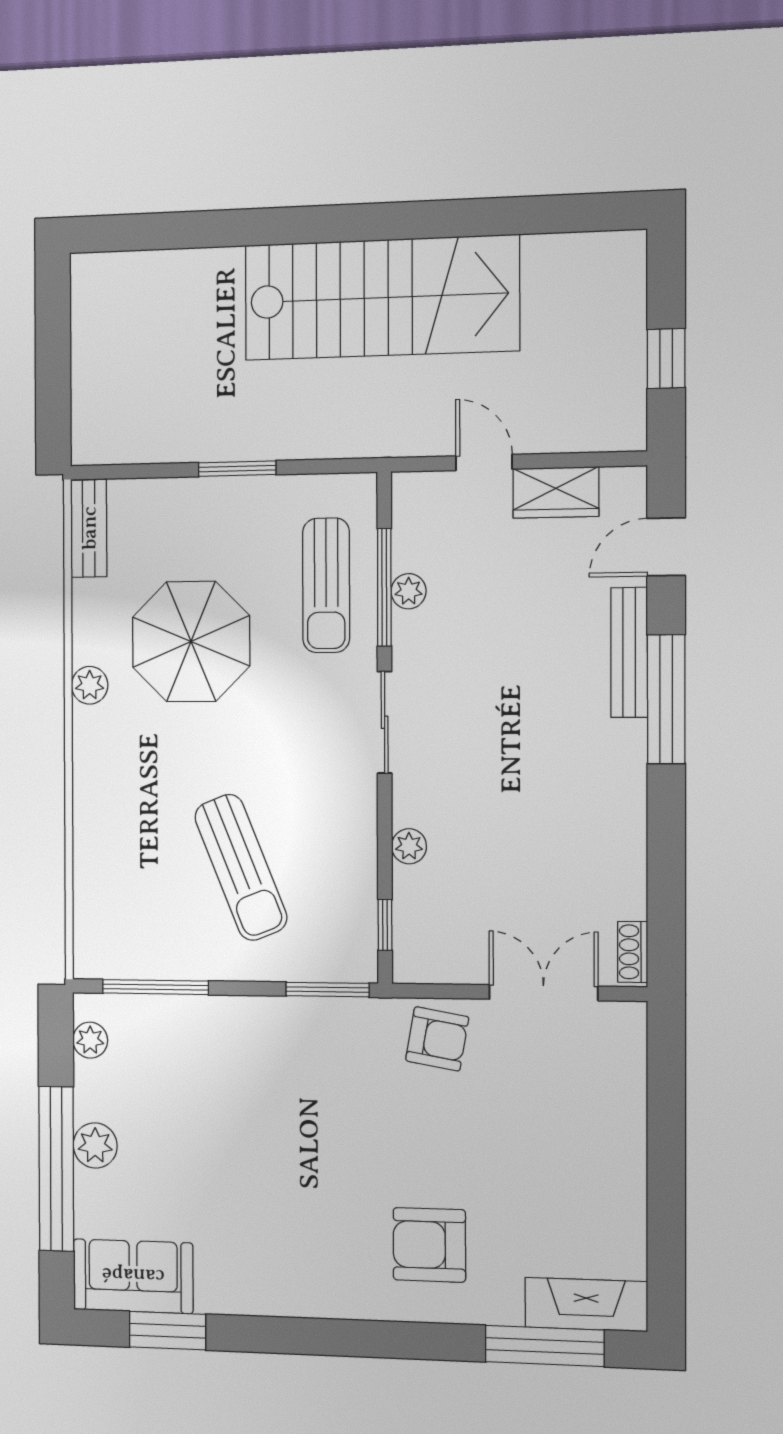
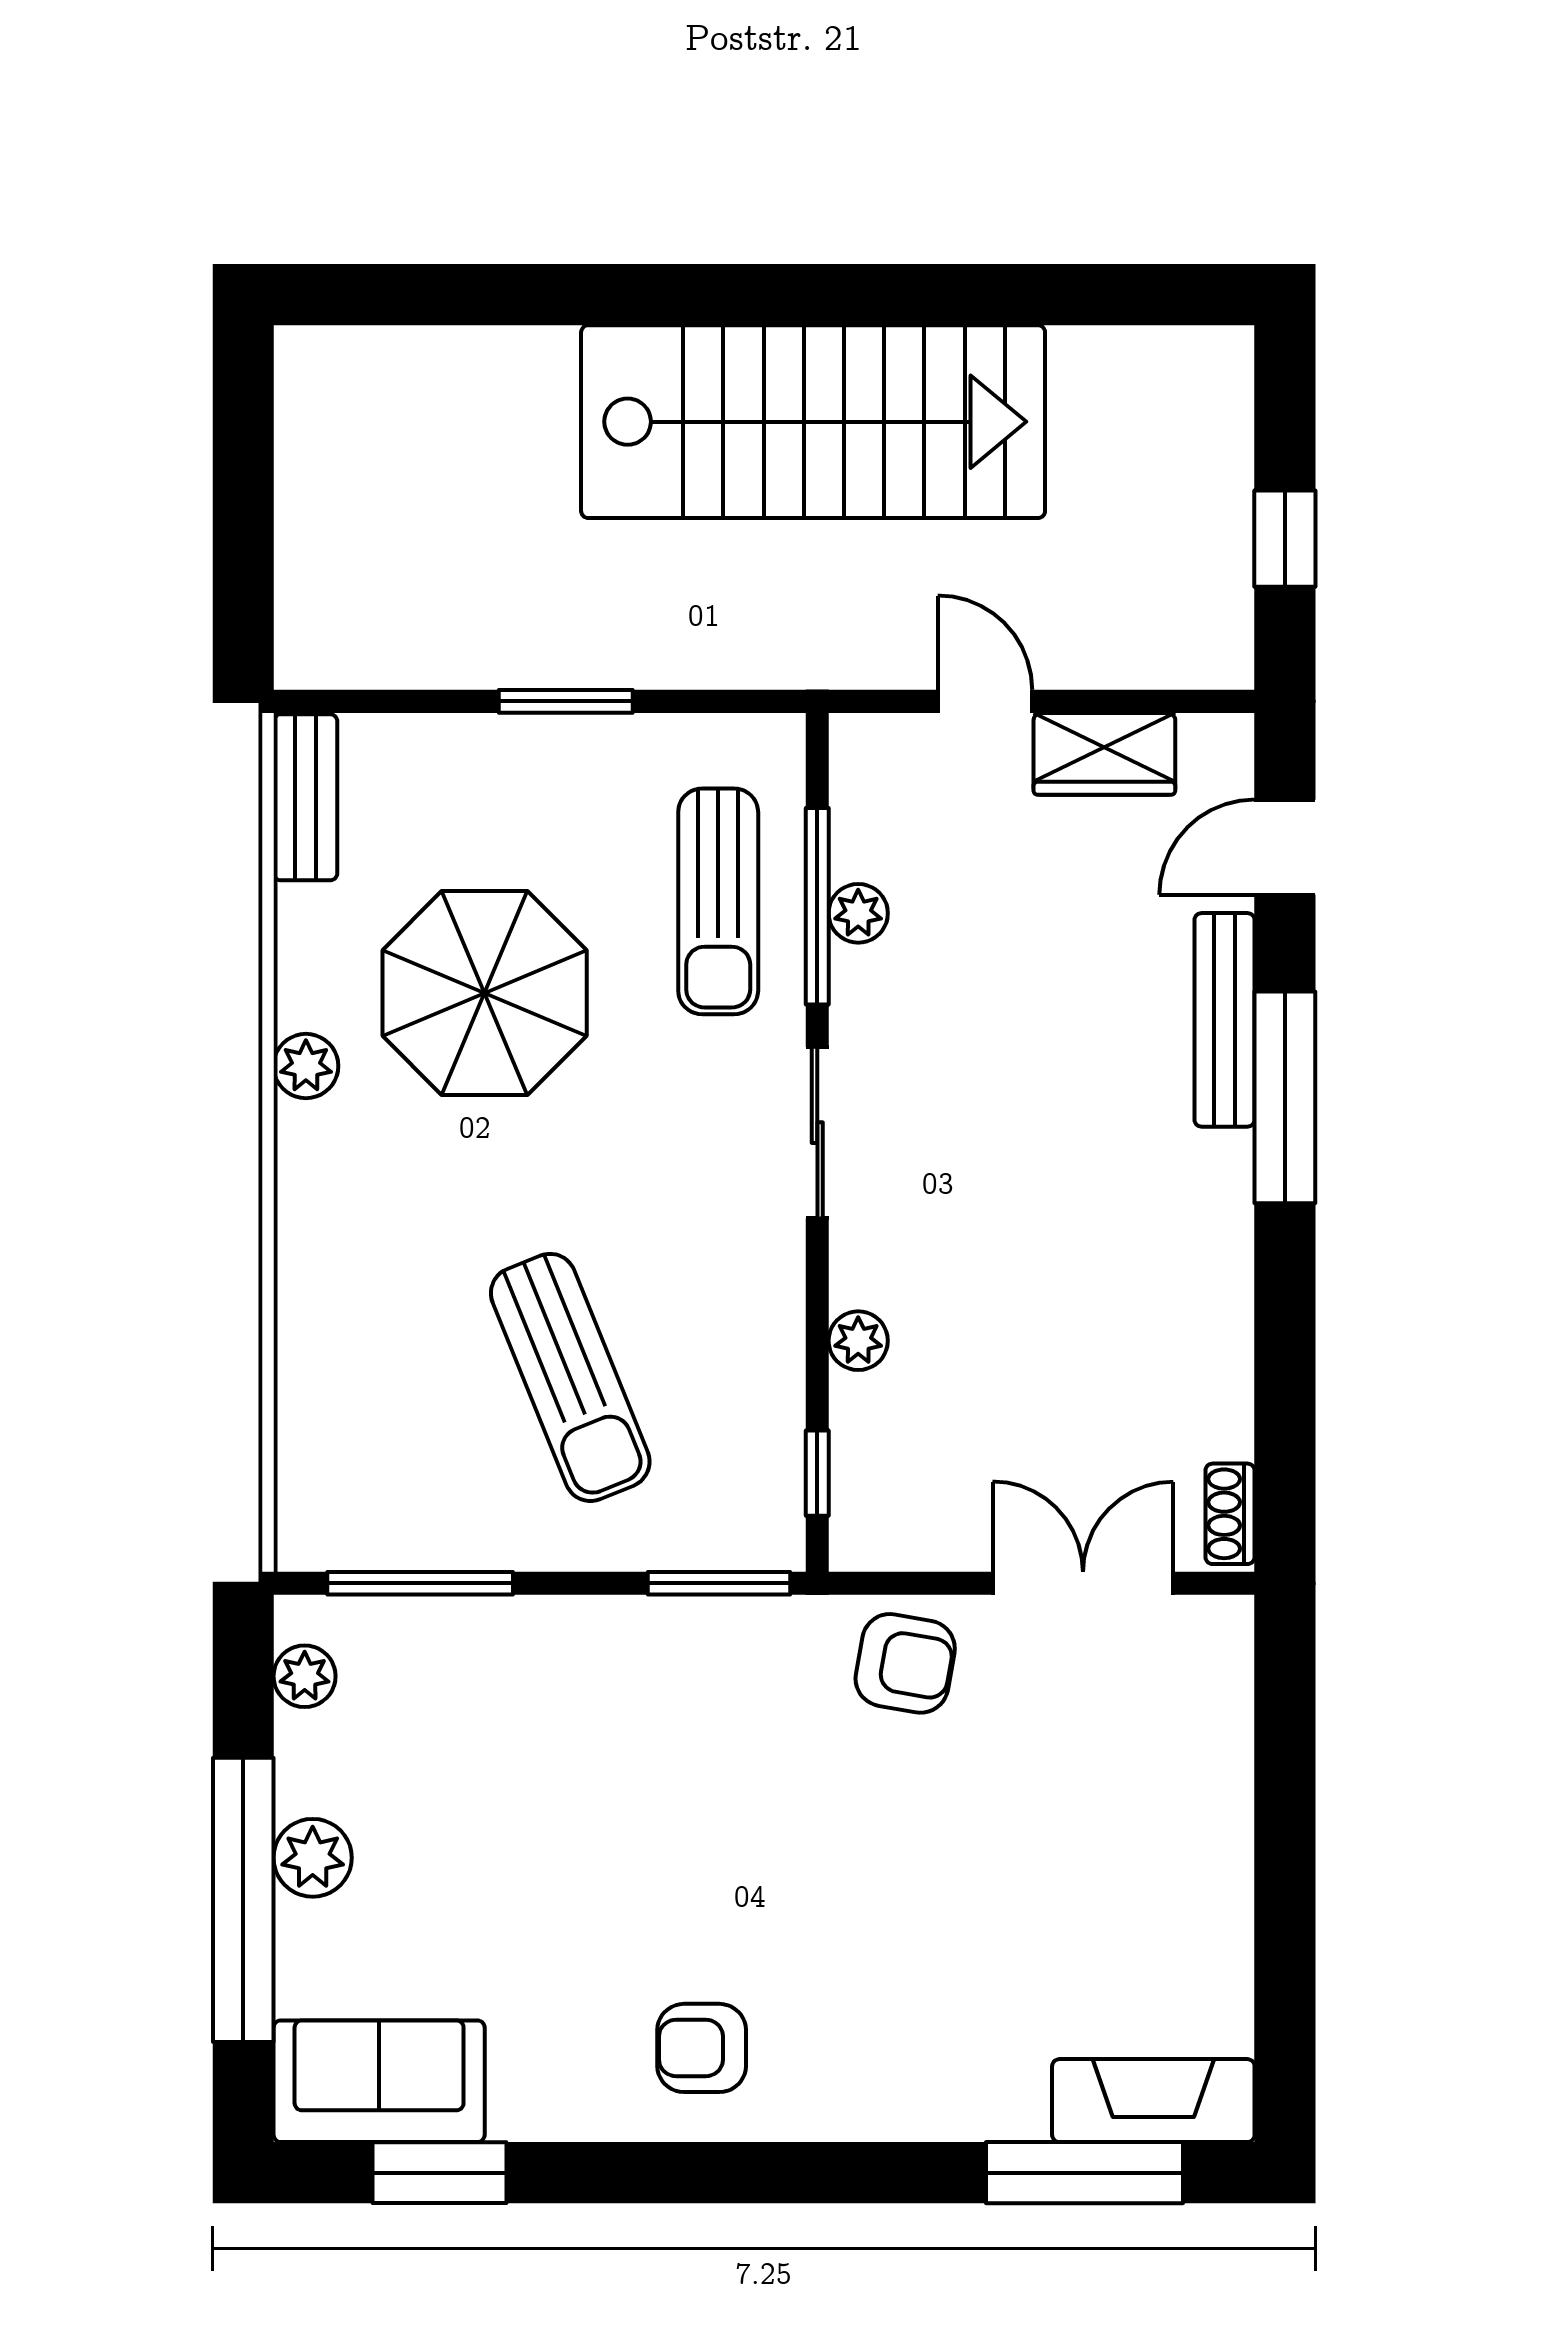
armchair: (429, 1245) -> (702, 2048), moved, width x0.72, depth x0.72

